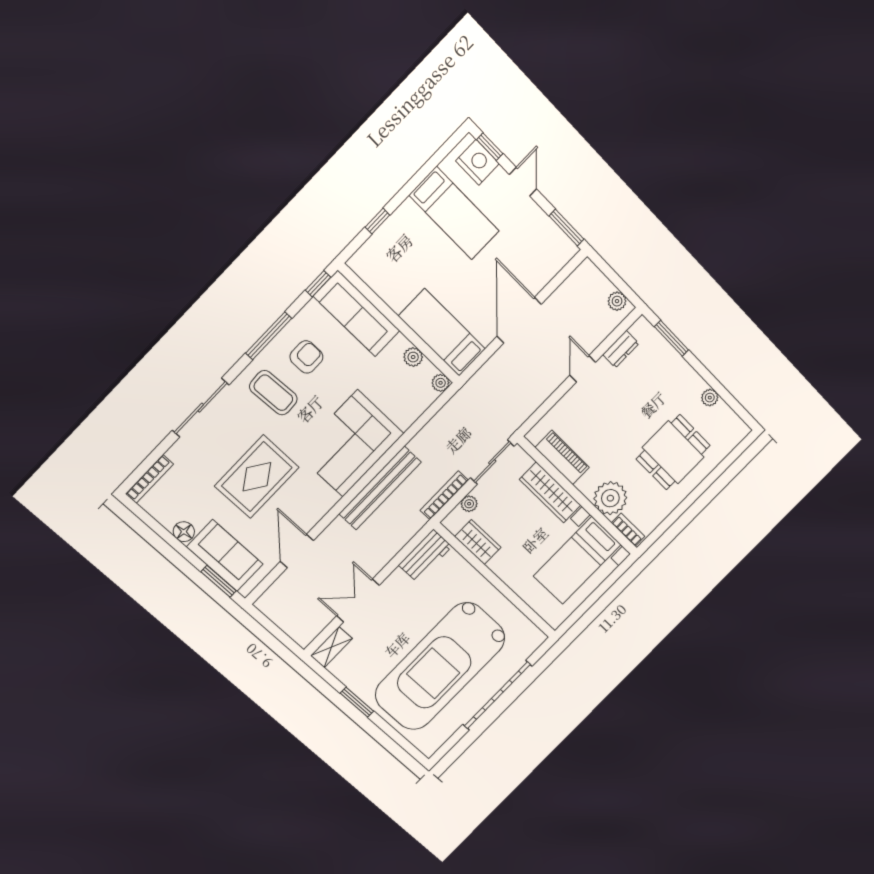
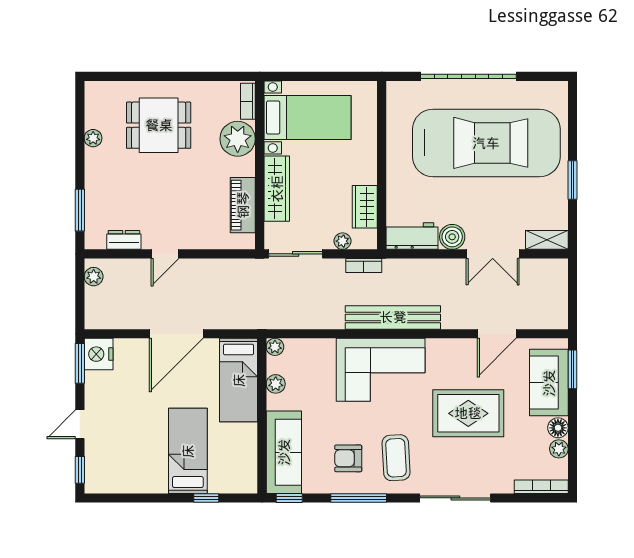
nightstand: (478, 162) -> (99, 354), moved
bed: (454, 213) -> (188, 451), moved
bookcase: (444, 495) -> (364, 265), width x0.64
plant: (167, 518) -> (559, 449), added
boiler: (397, 583) -> (452, 237), added

